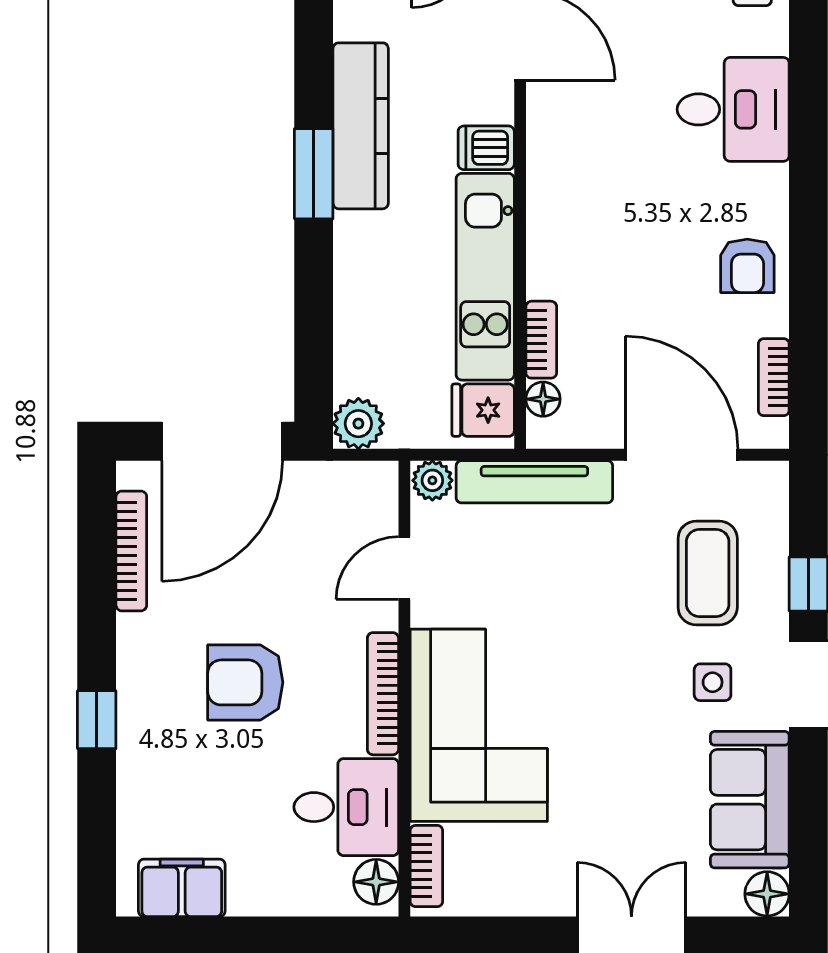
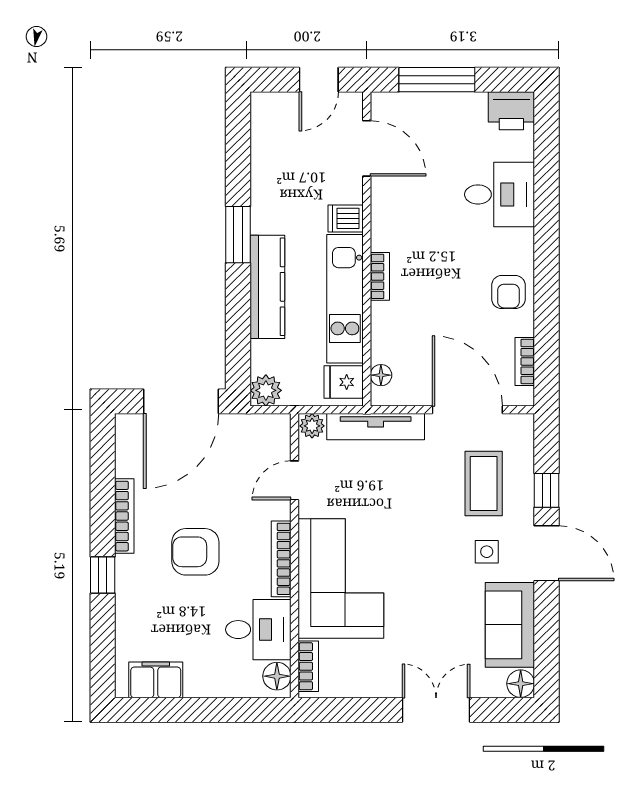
kitchen counter: (361, 126) -> (267, 287), moved
bookcase: (541, 340) -> (380, 276), moved
bookcase: (131, 551) -> (124, 516), moved

